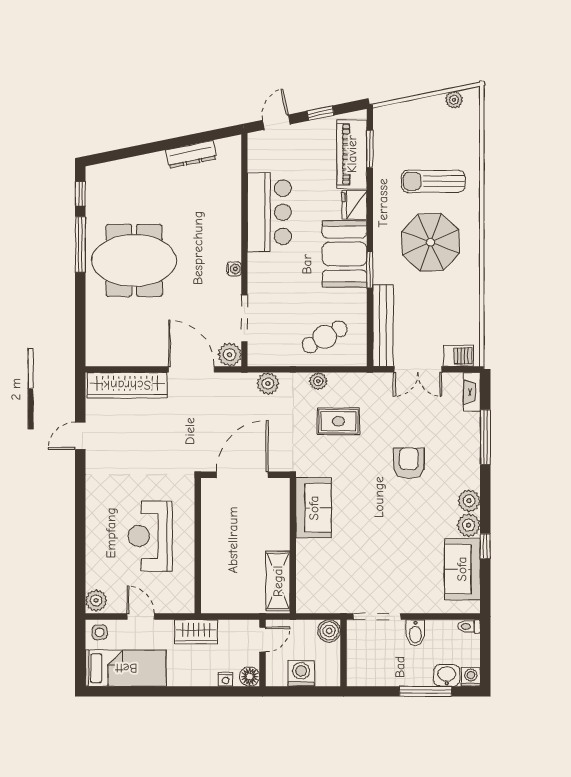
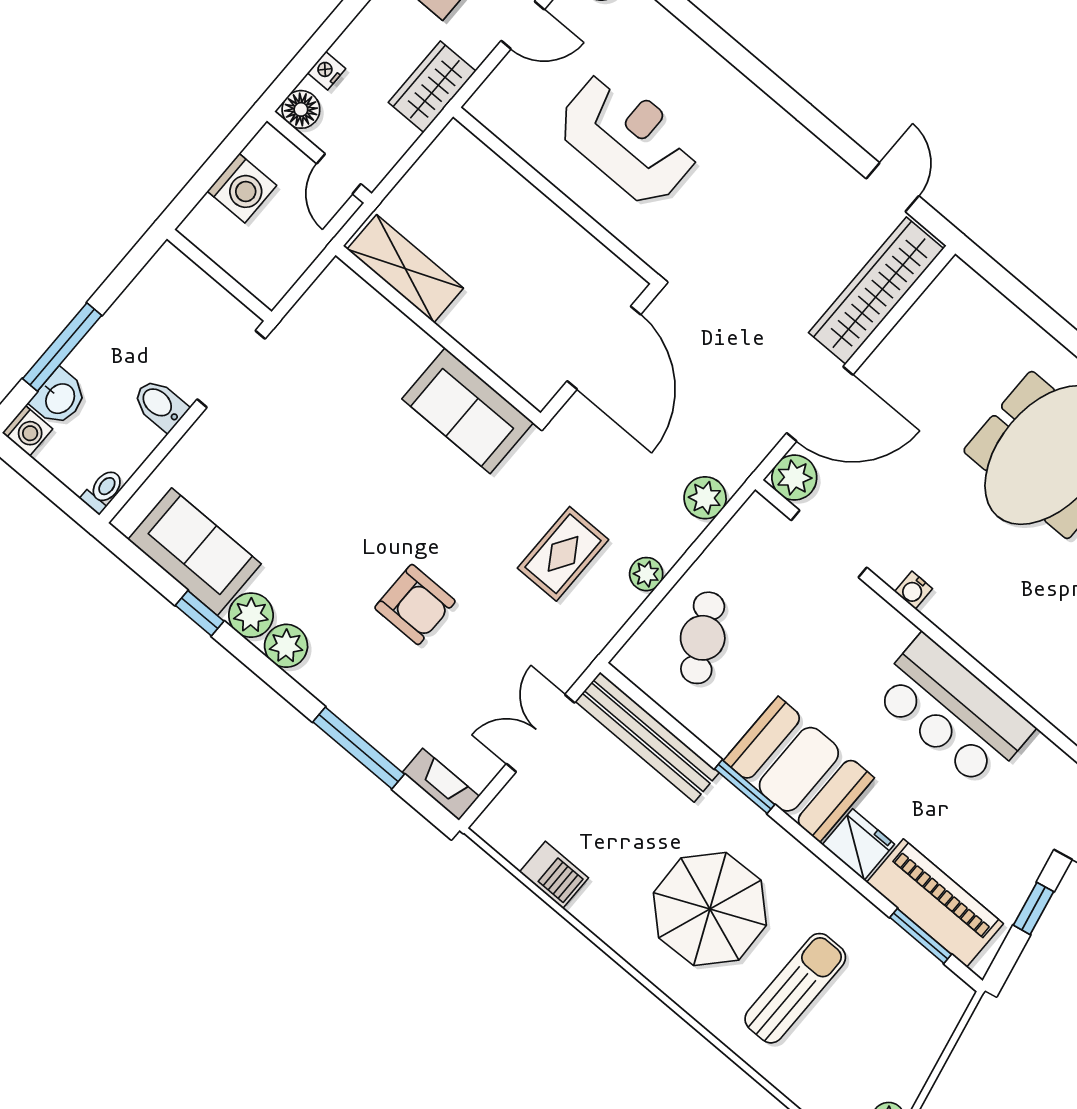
barbecue: (458, 356) -> (554, 875), moved, turned -90
door: (80, 436) -> (892, 187), moved
boiler: (329, 631) -> (269, 282), removed

